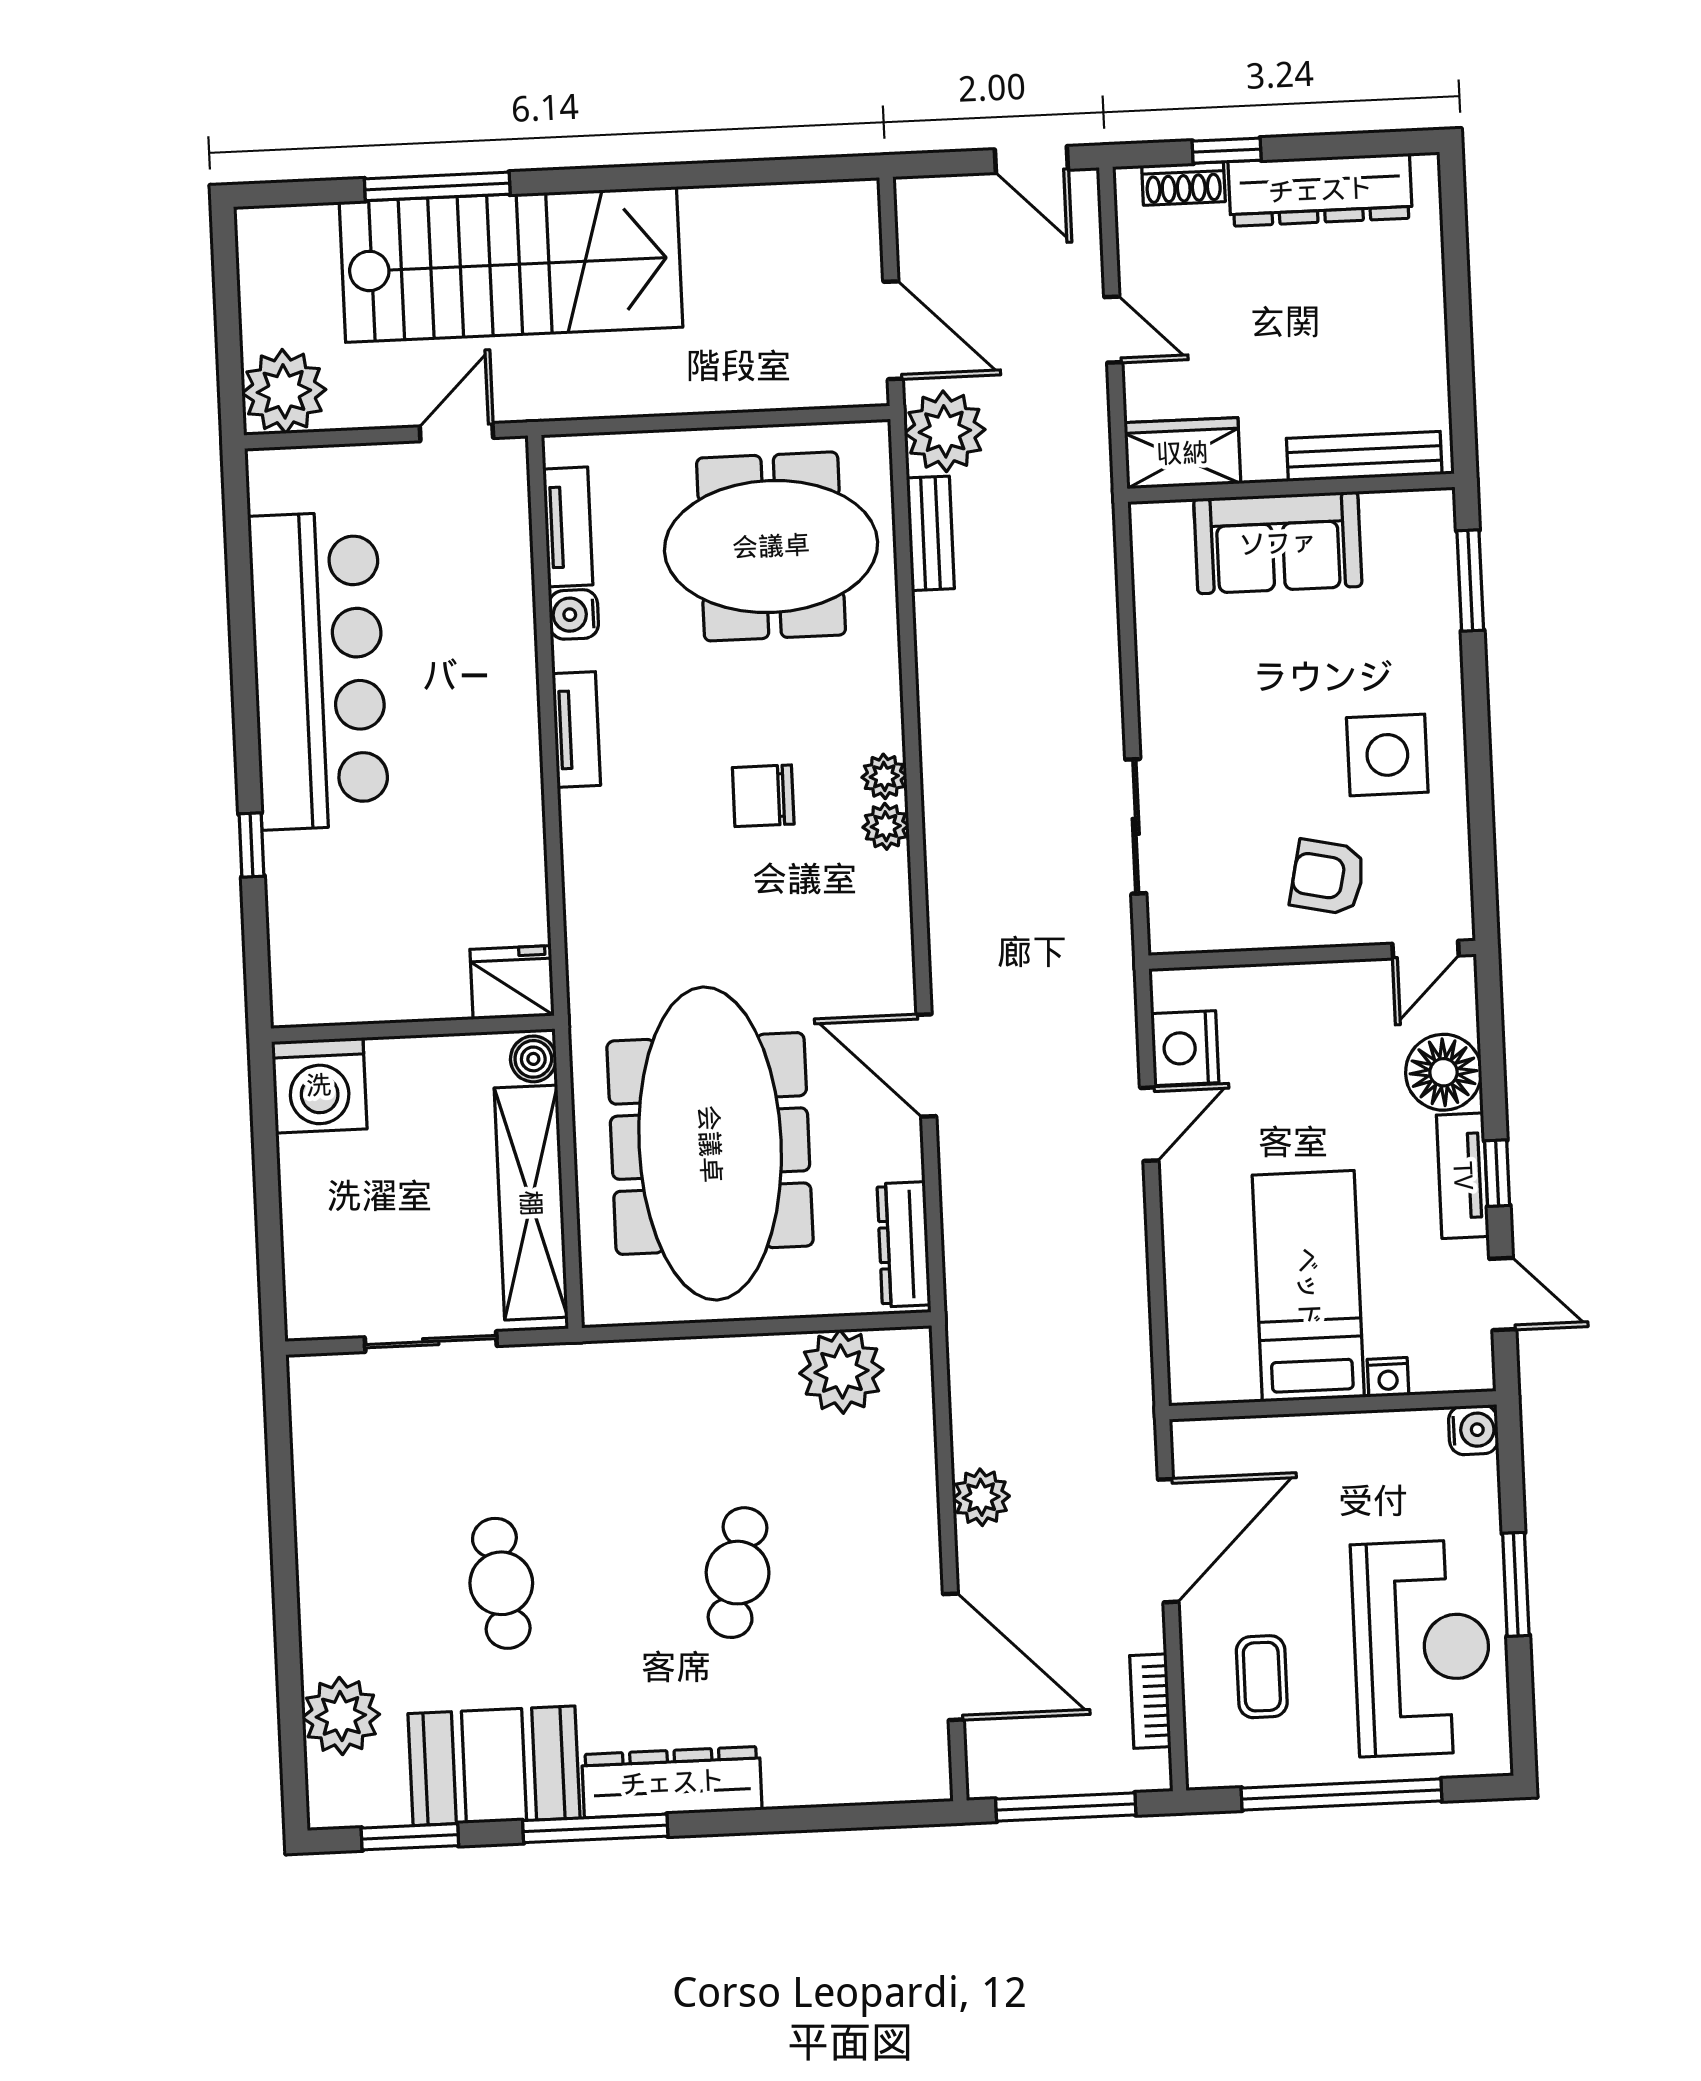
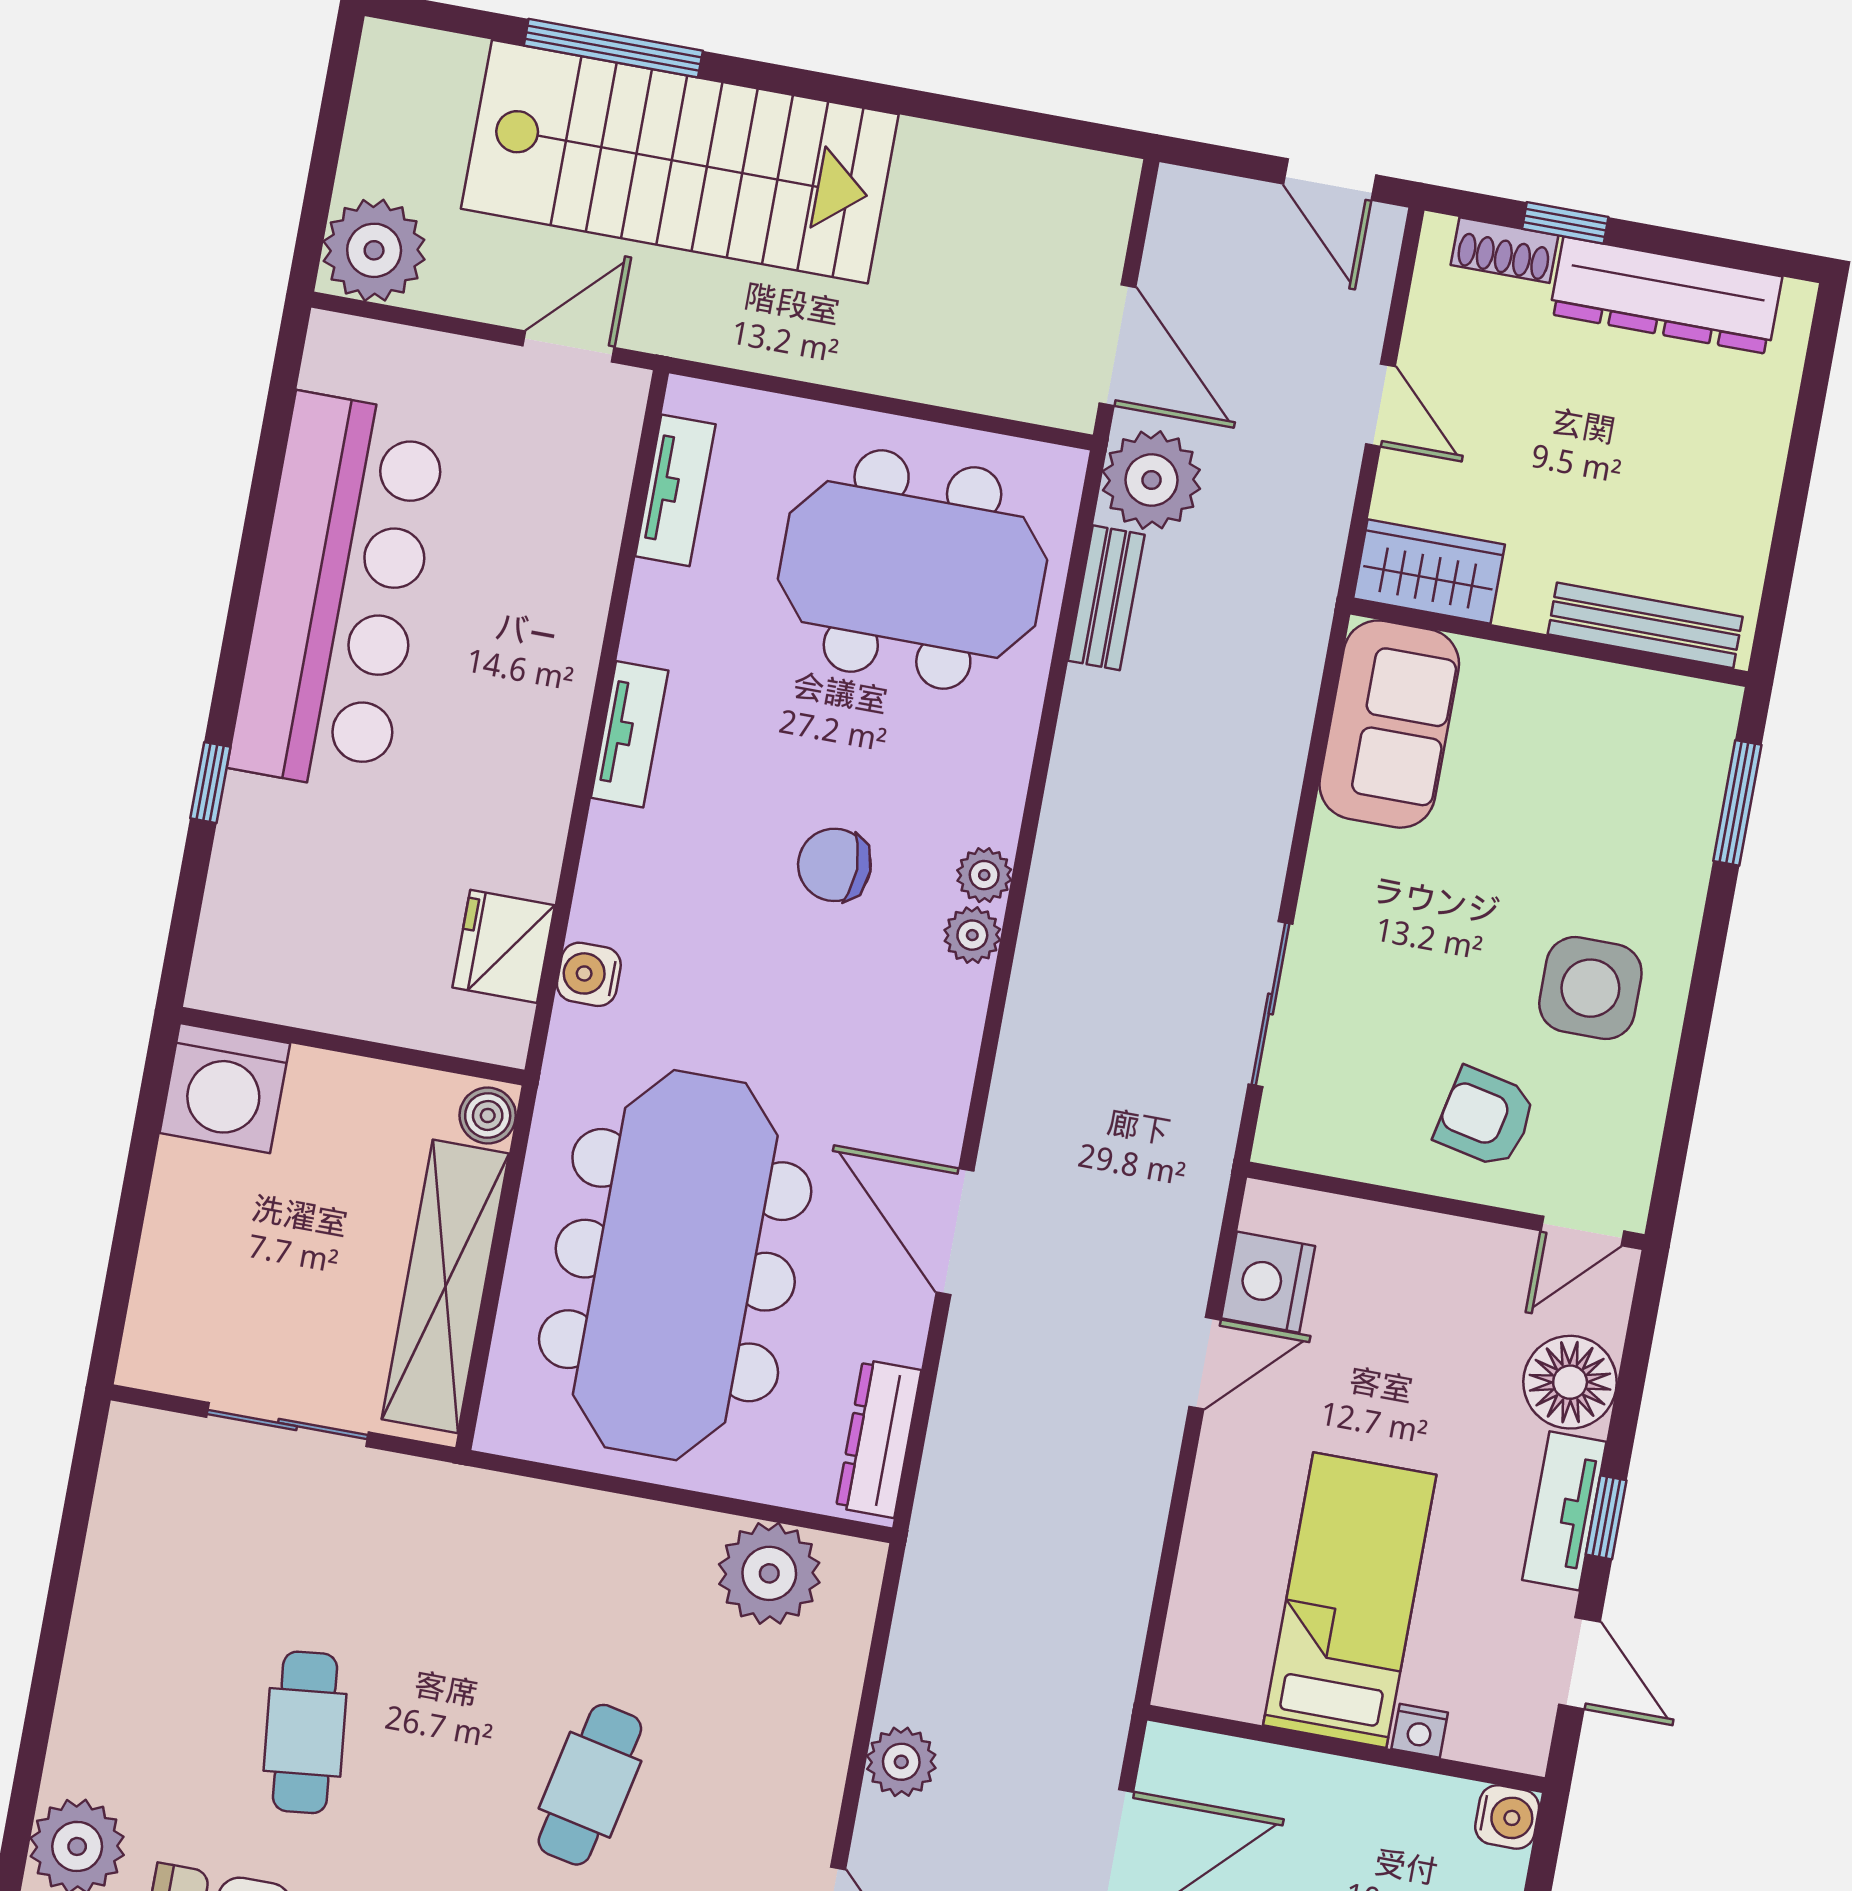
sofa: (1278, 543) -> (1389, 724), moved, turned -90
water cooler: (574, 614) -> (589, 974), moved
fridge: (512, 982) -> (504, 946), moved, turned -90

